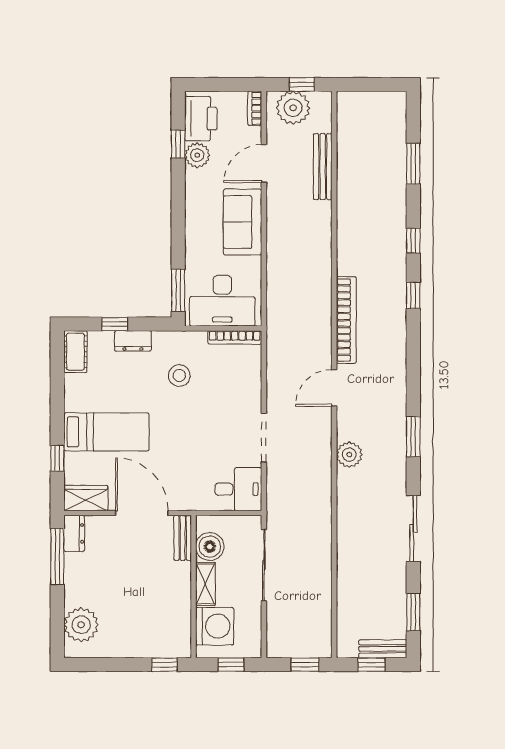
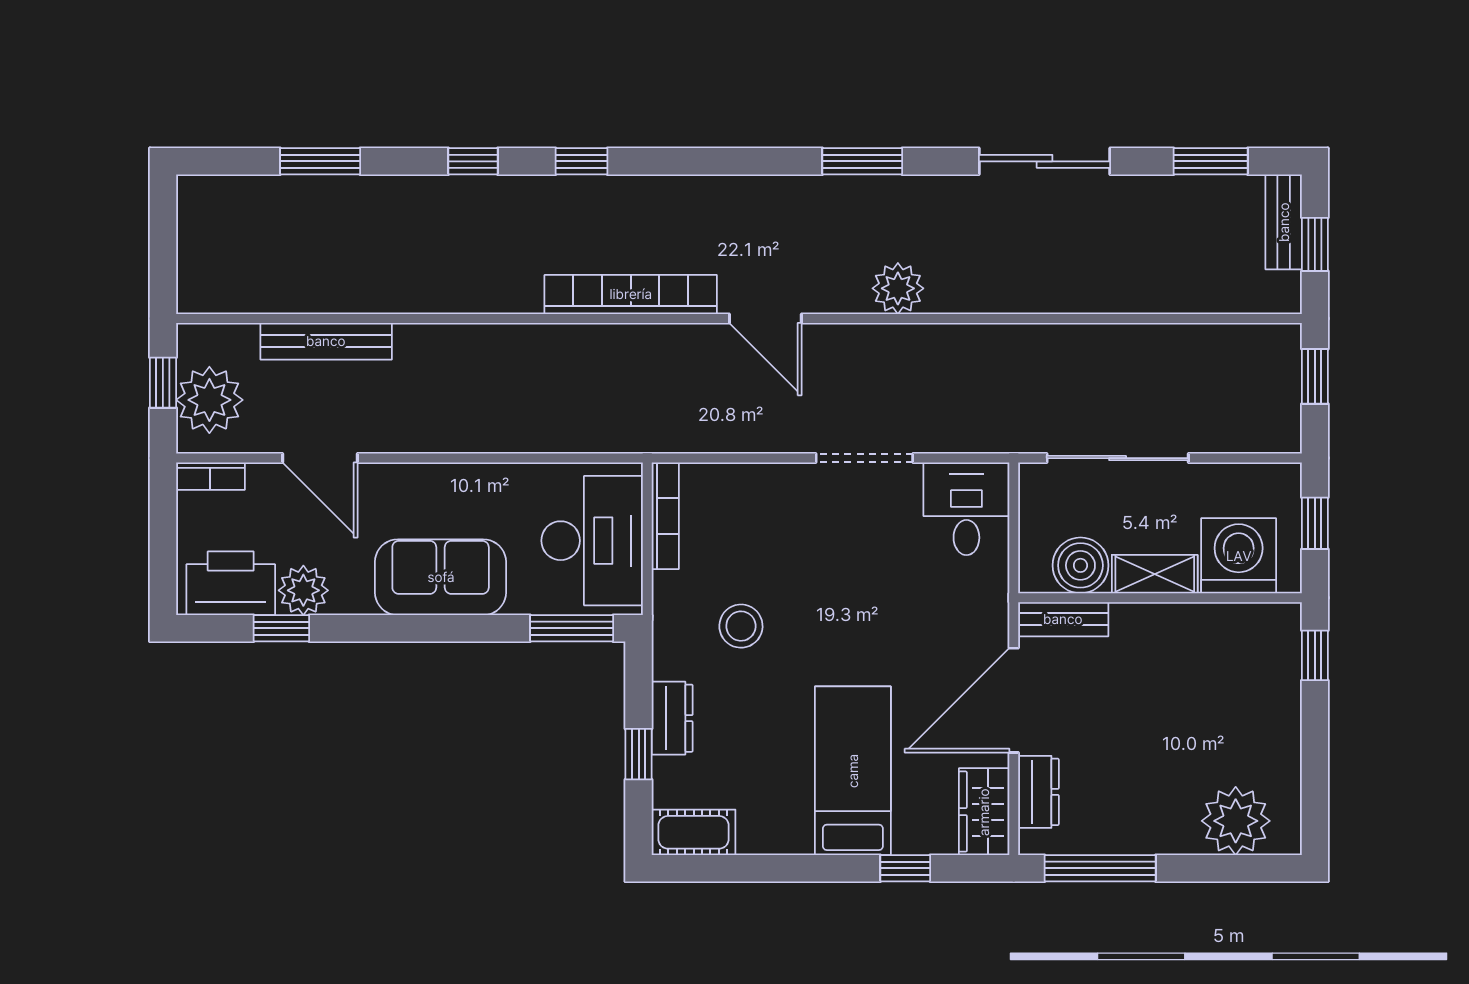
sofa: (243, 222) -> (441, 577), moved, turned 180
dresser: (74, 533) -> (1038, 792), moved, turned 90

